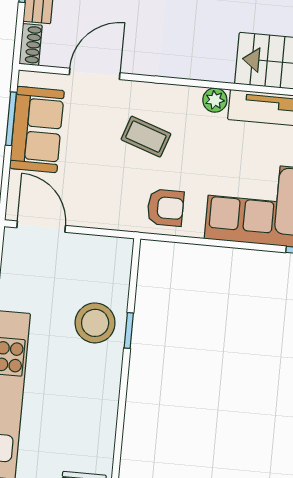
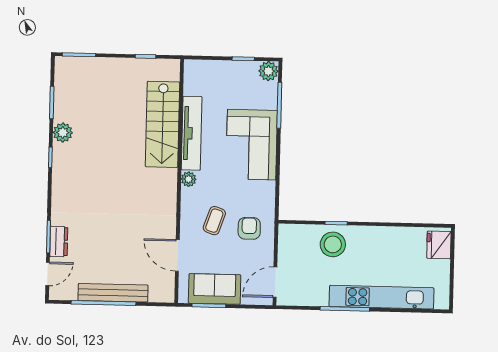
shoe rack: (31, 45) -> (162, 296), removed
armchair: (165, 208) -> (249, 228), moved

